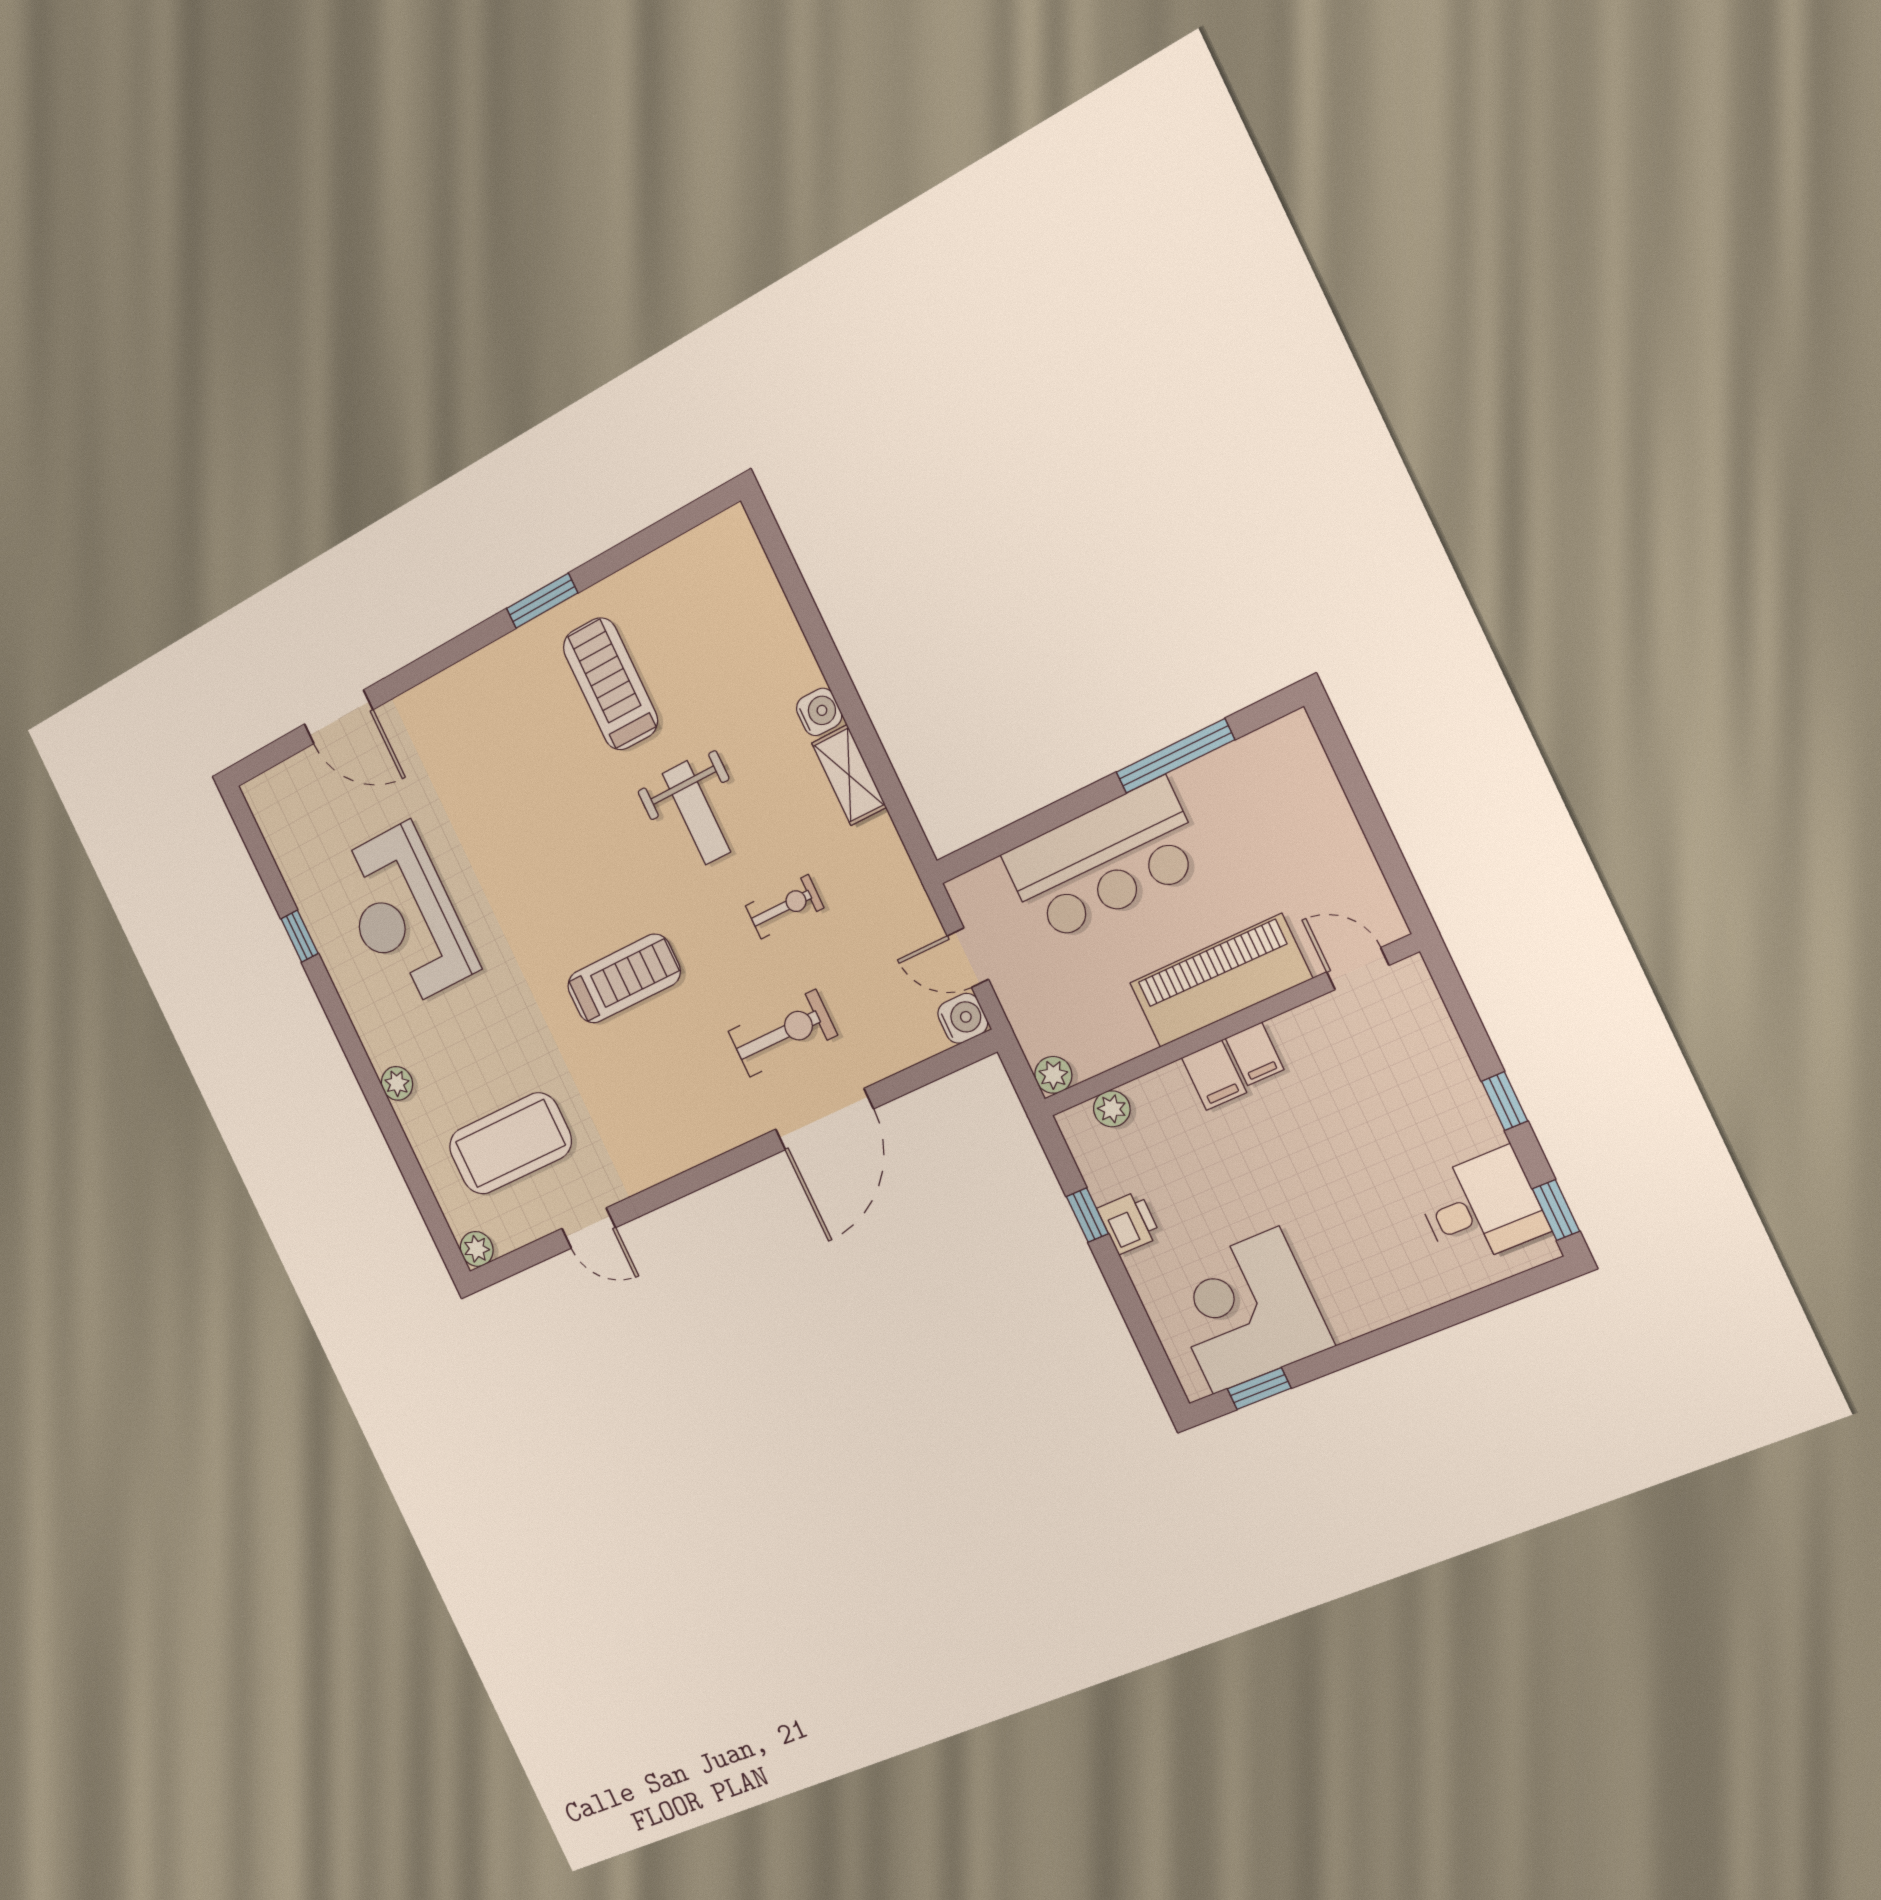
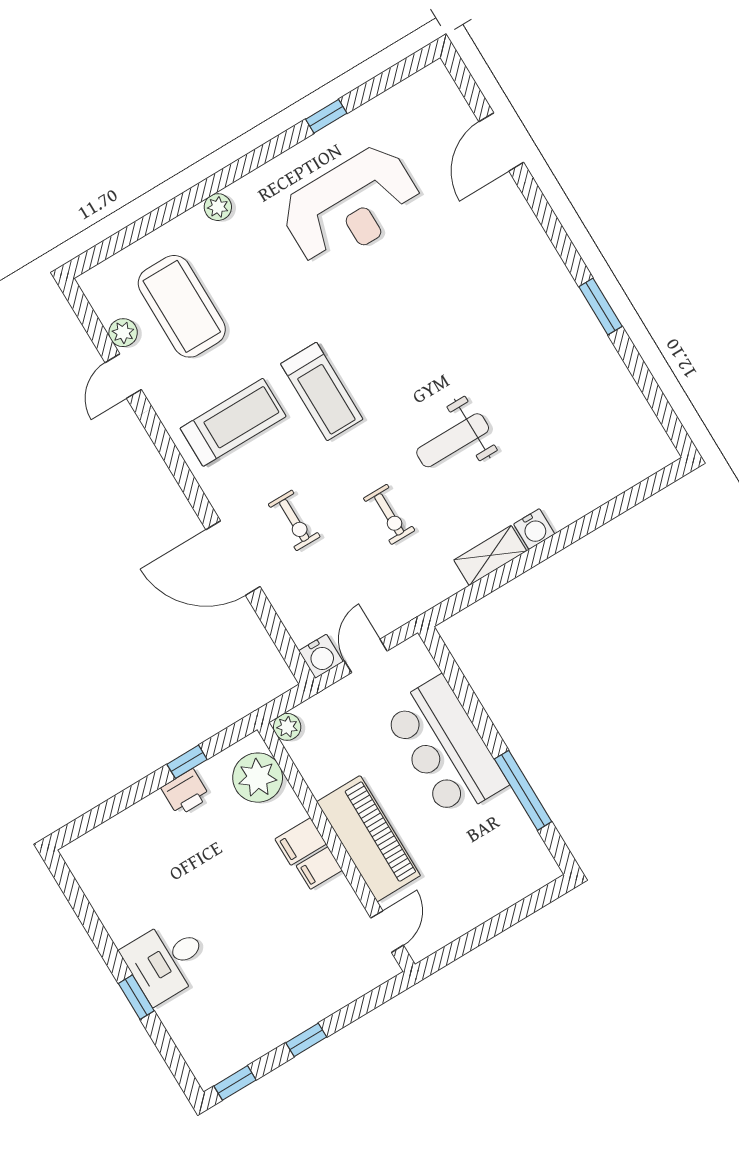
treadmill: (610, 684) -> (233, 422), moved
reception desk: (404, 916) -> (351, 206), turned 180
exercise bike: (783, 1033) -> (294, 520), width x0.73, depth x0.72
plant: (1112, 1109) -> (258, 778), width x1.87, depth x1.87
desk: (1481, 1208) -> (166, 961), moved, turned 90
plant: (477, 1249) -> (123, 333), moved
corner desk: (1246, 1311) -> (133, 883), removed
window: (1259, 1389) -> (136, 997), moved

